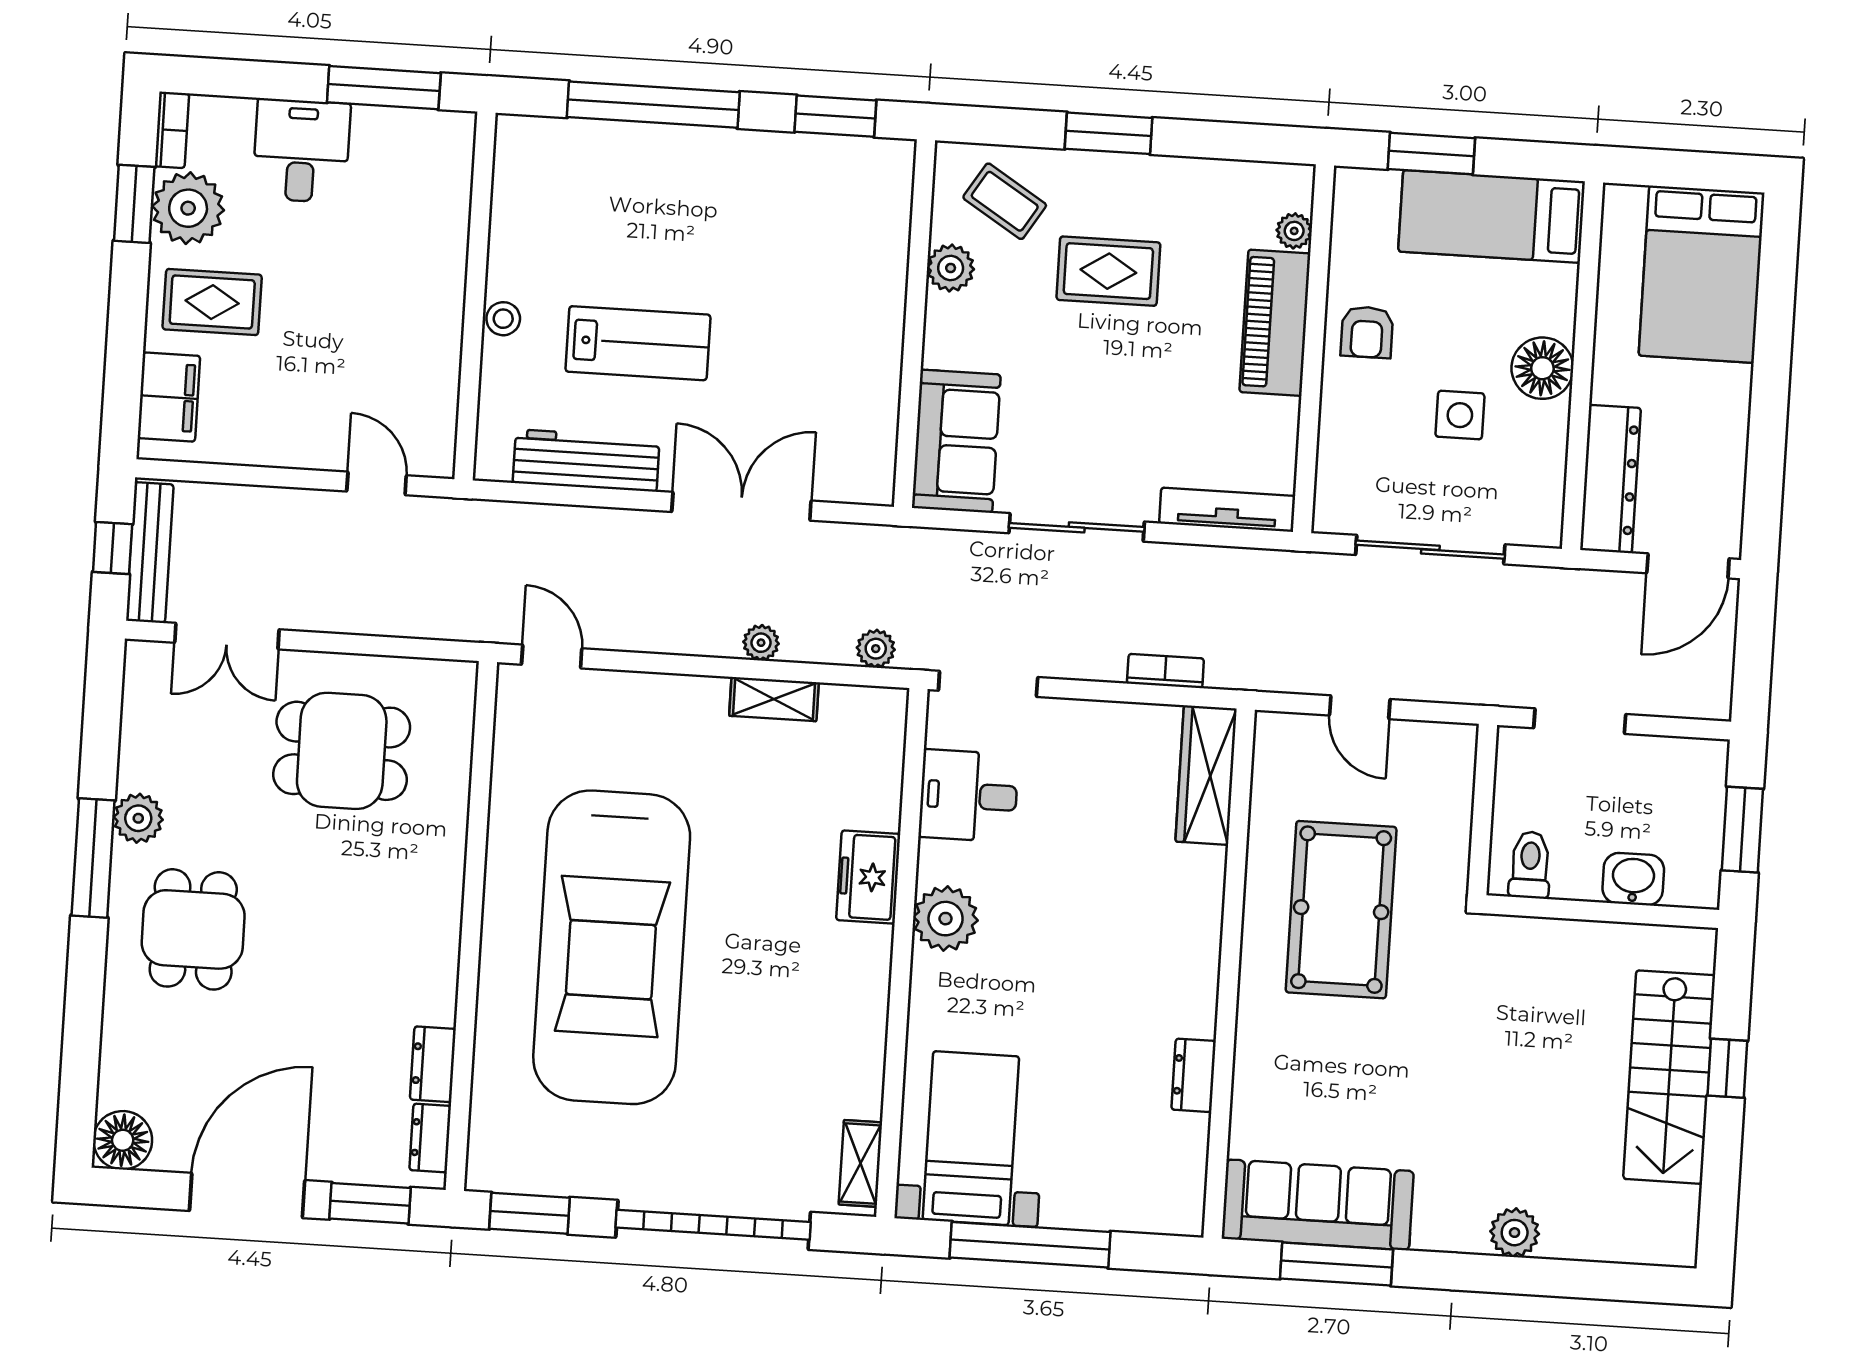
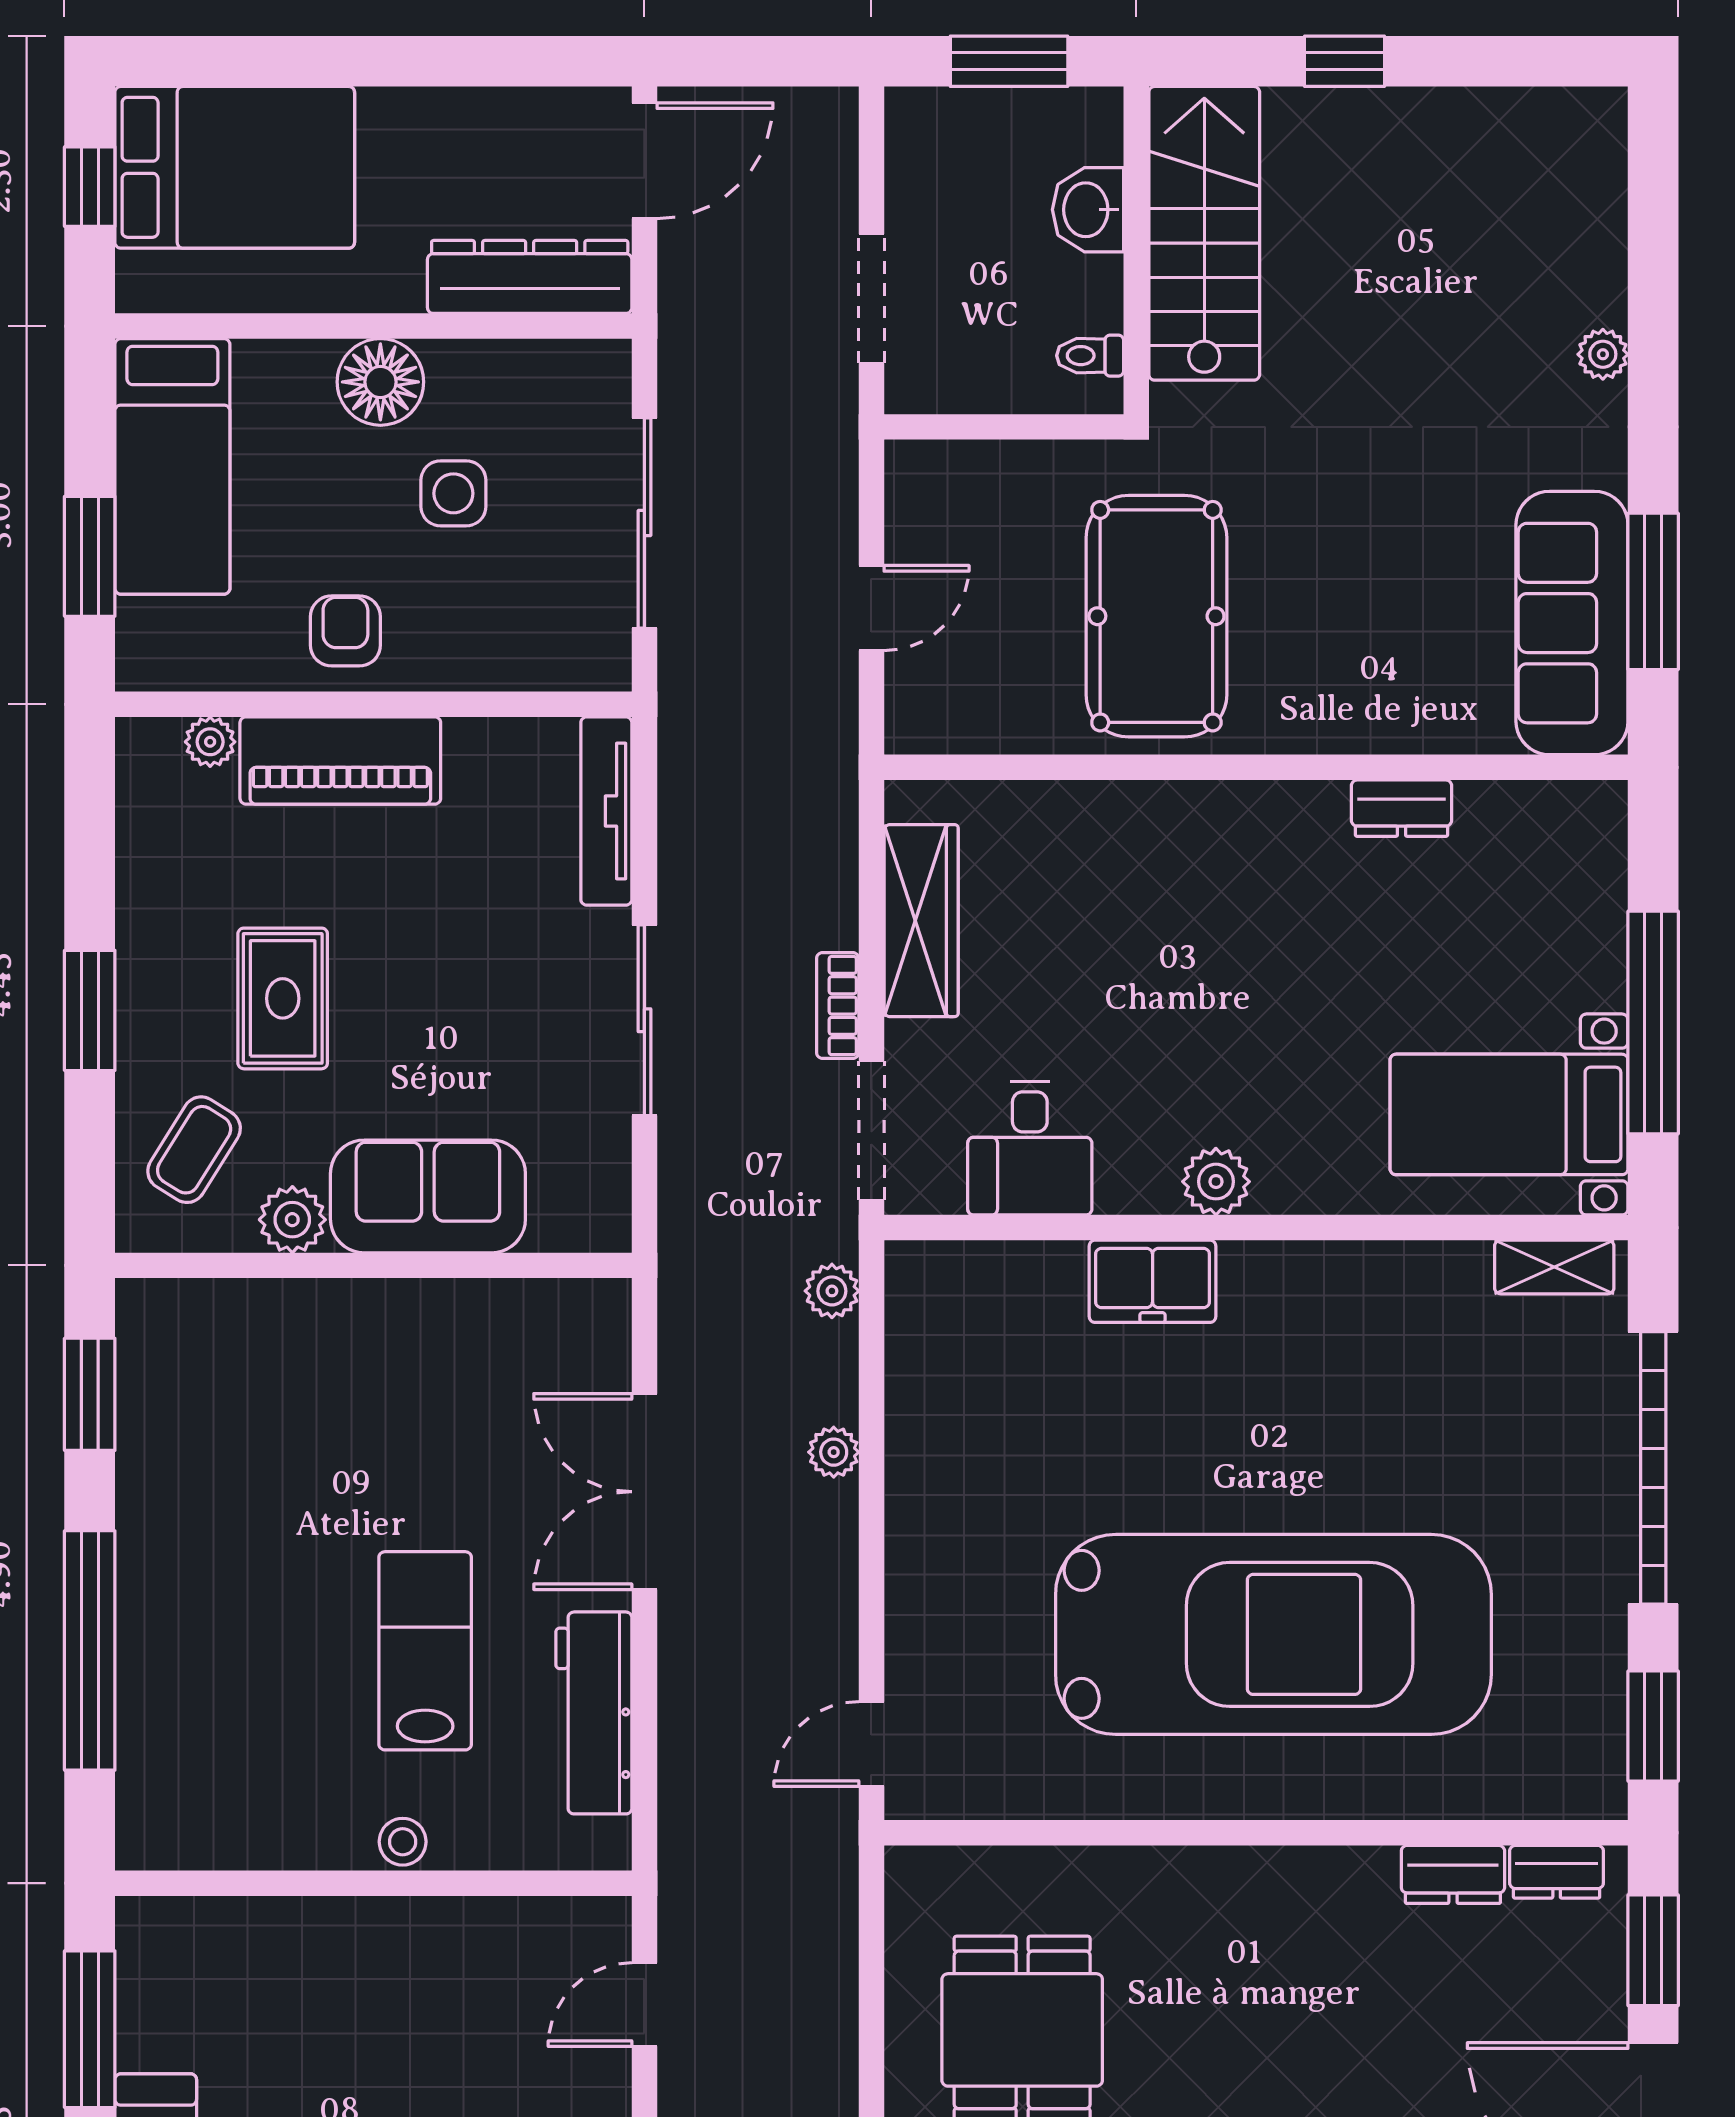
window: (1694, 170) -> (90, 187), added
armchair: (1367, 332) -> (345, 631), turned -90
sofa: (956, 441) -> (428, 1196), moved
door: (1688, 566) -> (644, 161), hinge flipped
bookcase: (1165, 671) -> (838, 1006), moved
shelving: (774, 699) -> (912, 1429), removed
wardrobe: (1206, 775) -> (921, 921), moved, turned -90
toilet: (1530, 865) -> (1090, 356), width x0.73, depth x0.72
pool table: (1341, 910) -> (1156, 616), turned 90
plant: (946, 919) -> (1216, 1182), width x0.73, depth x0.73
stairs: (1669, 1077) -> (1204, 233), moved, turned -90
plant: (1515, 1233) -> (1603, 354), width x0.73, depth x0.73

